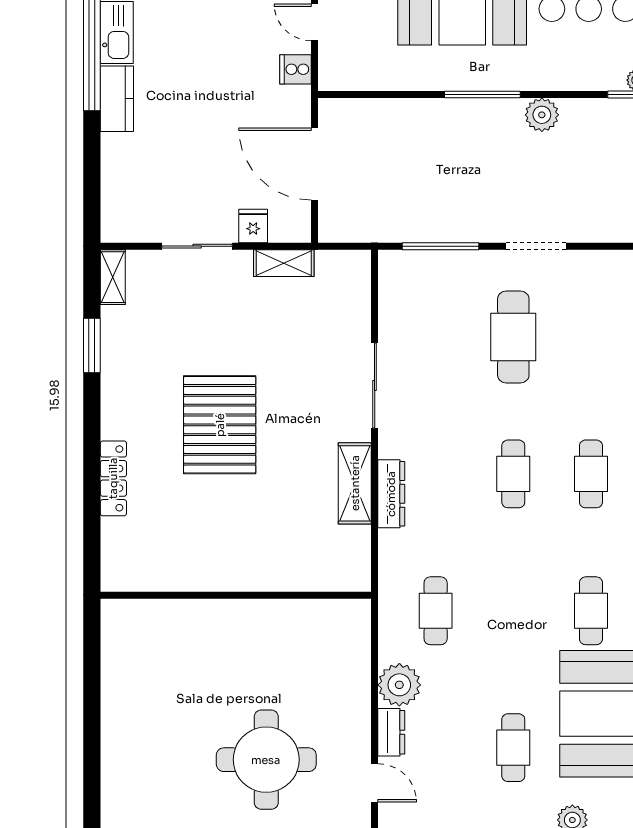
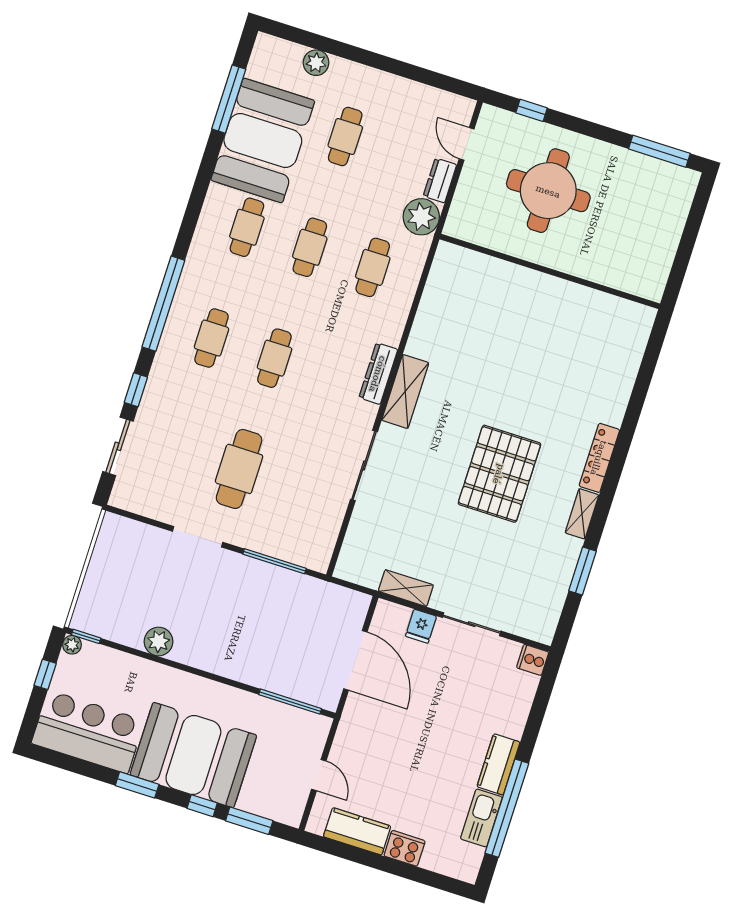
cooker: (295, 69) -> (533, 660), moved, turned 180
window: (482, 95) -> (290, 702), moved
shelving: (113, 277) -> (582, 514), moved
wall: (236, 595) -> (550, 271), moved
cafe table: (513, 611) -> (310, 247), added

